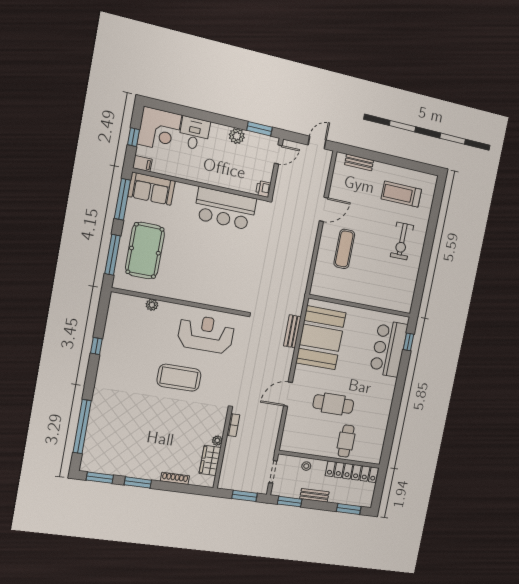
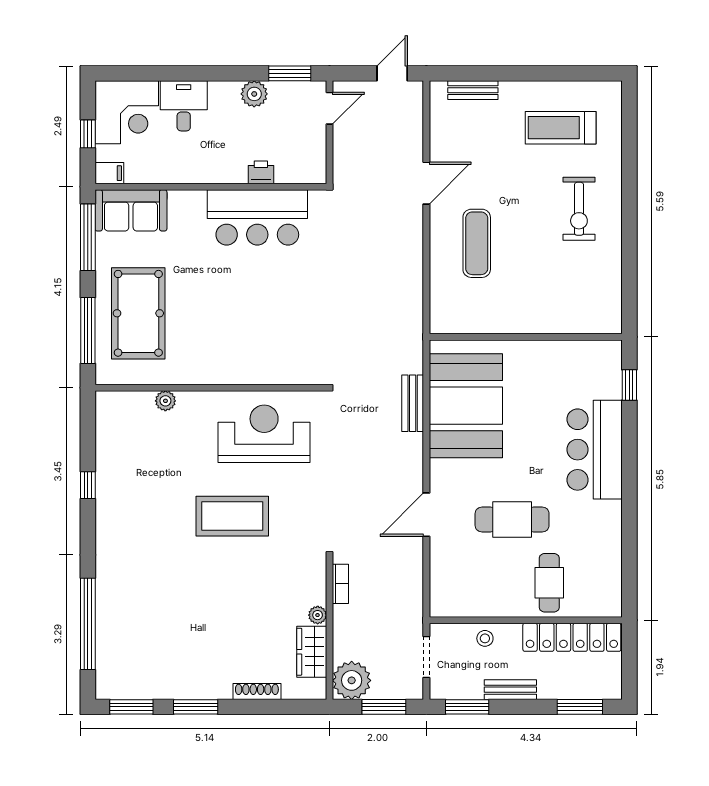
printer: (263, 189) -> (261, 172), moved, turned 90
bar counter: (389, 349) -> (595, 450), moved
plant: (229, 479) -> (352, 680), added

